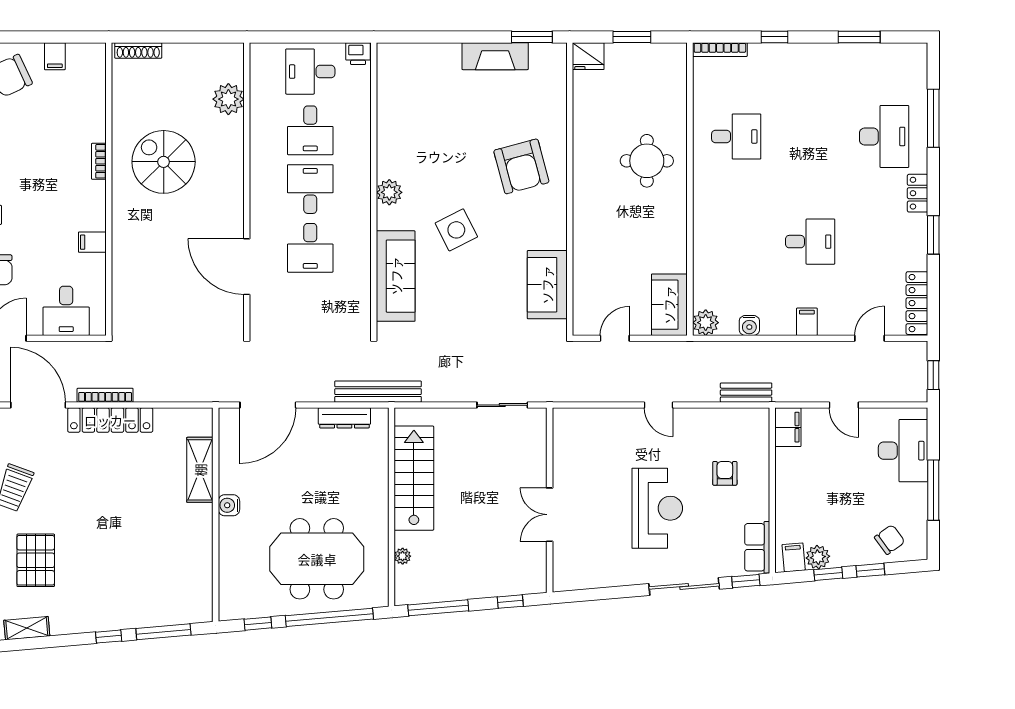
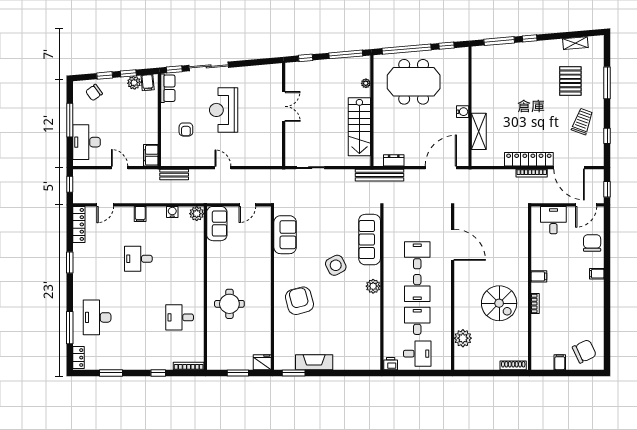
locker: (918, 193) -> (78, 358), moved
filing cabinet: (92, 242) -> (539, 276), moved
dresser: (344, 418) -> (394, 160), width x0.70

